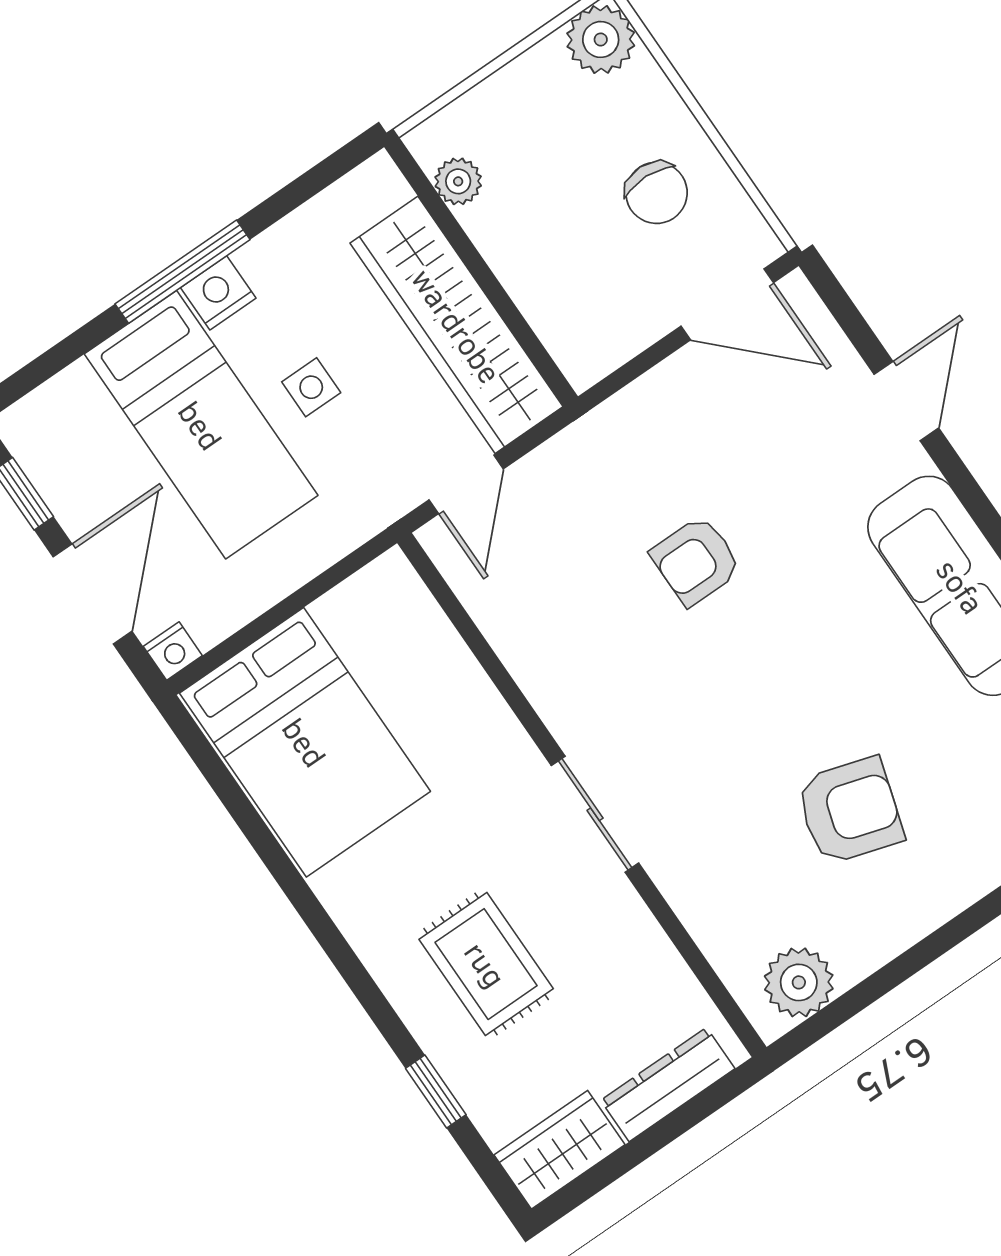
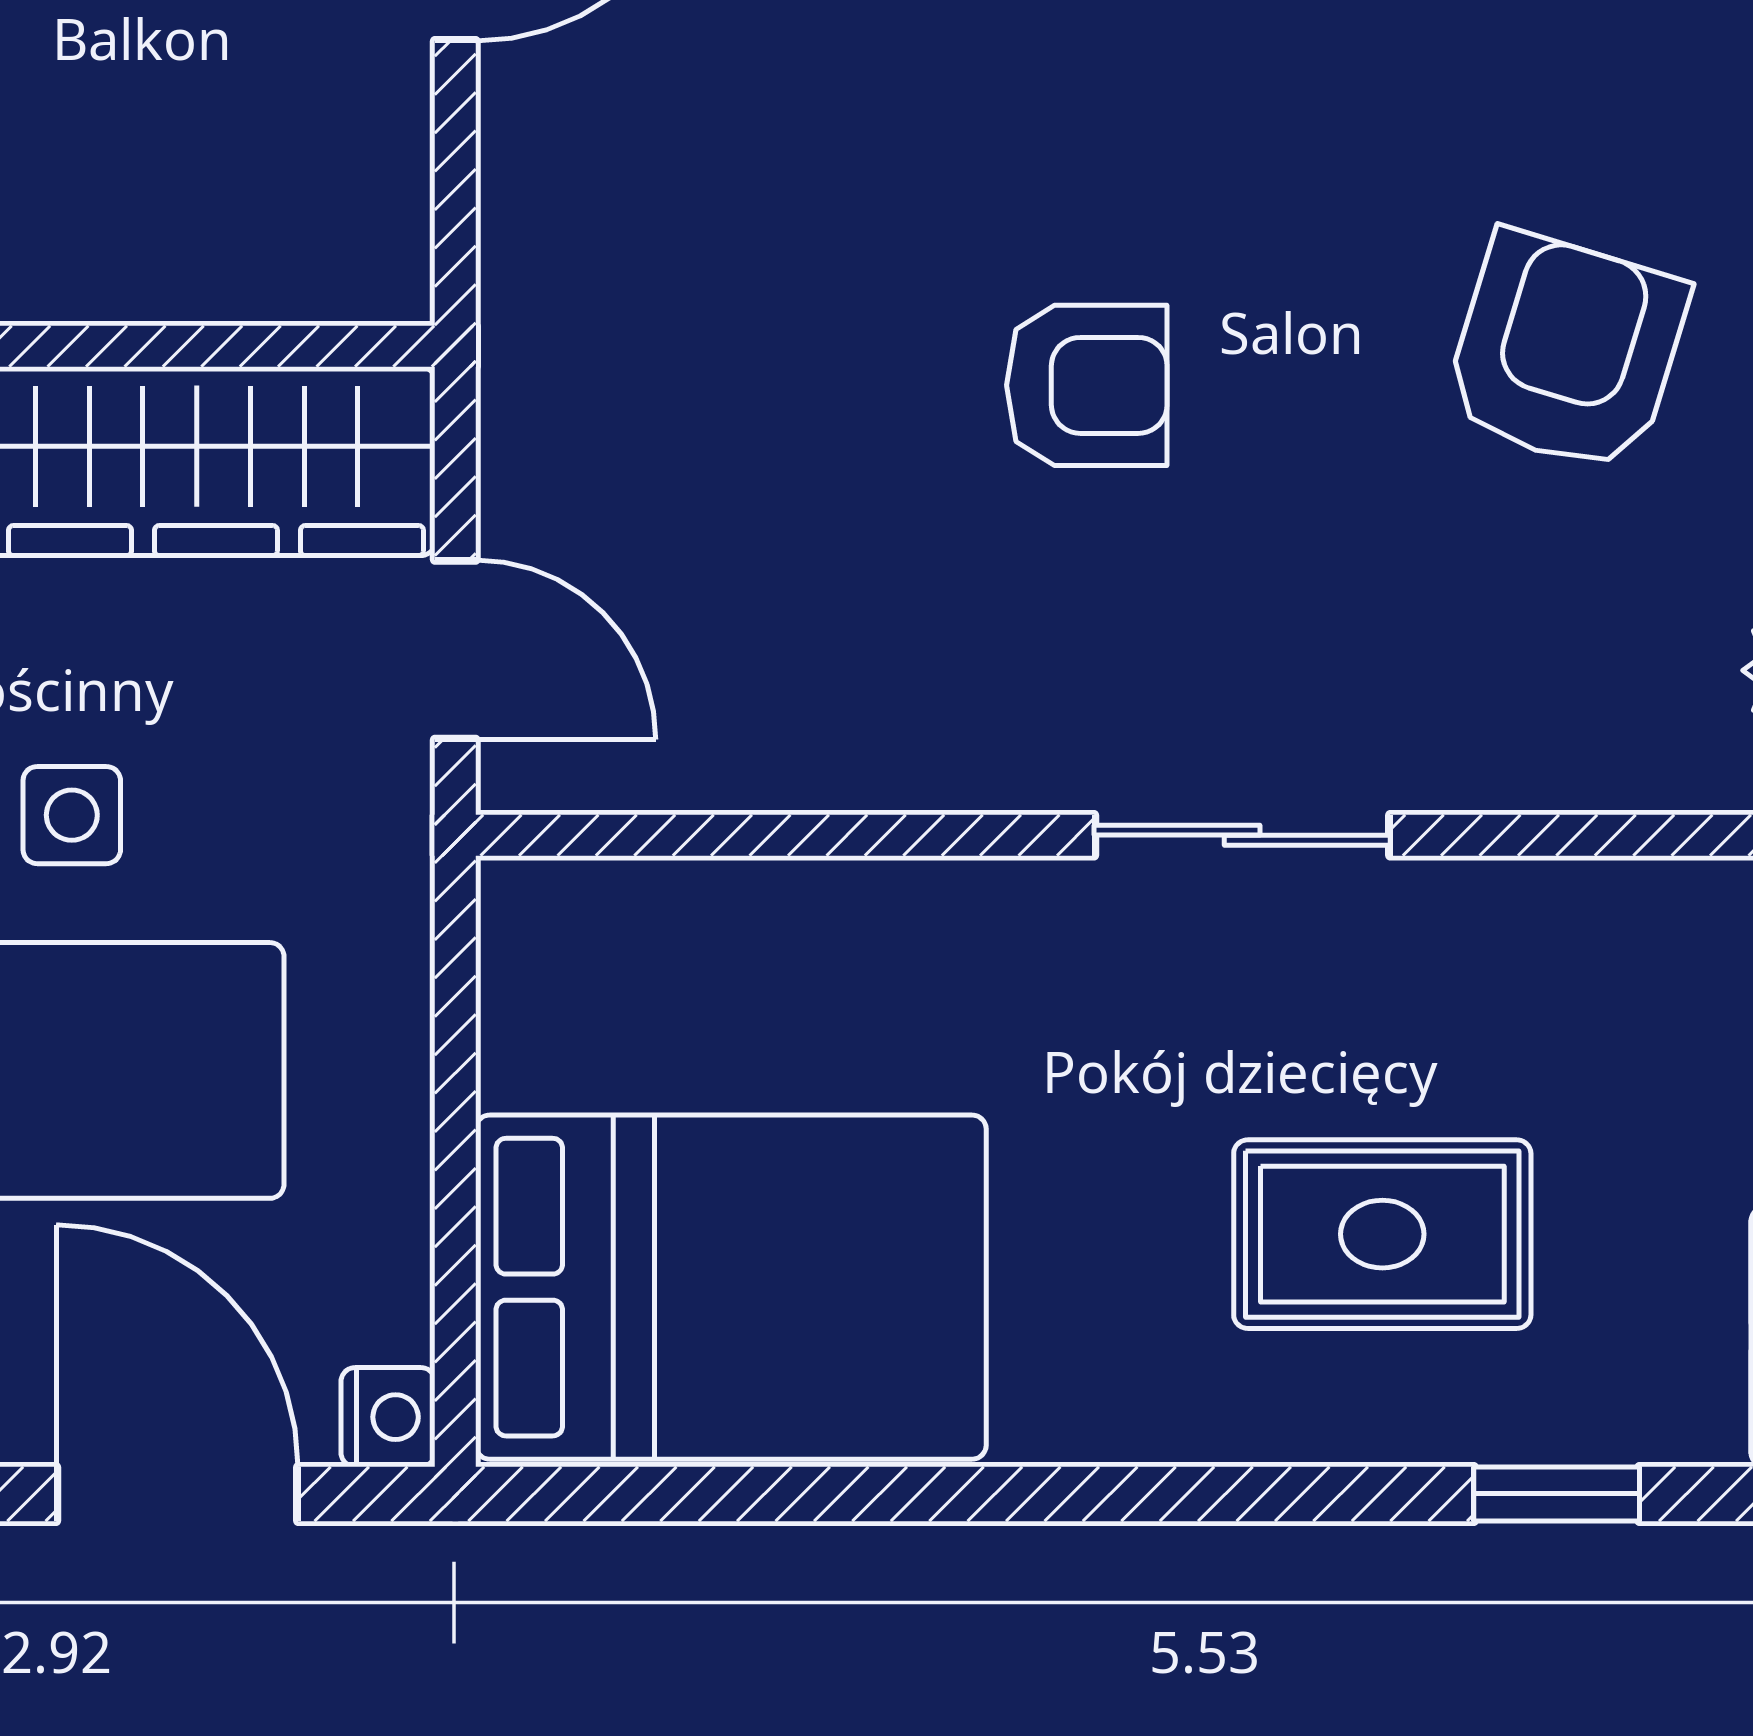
armchair: (696, 561) -> (1087, 385), moved, turned -90

